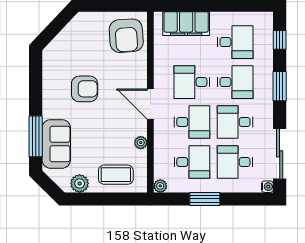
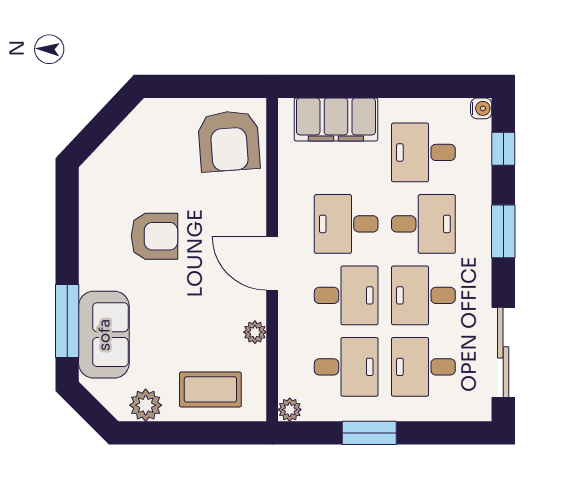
desk: (235, 42) -> (423, 152), turned 180
water cooler: (267, 187) -> (481, 108), moved

